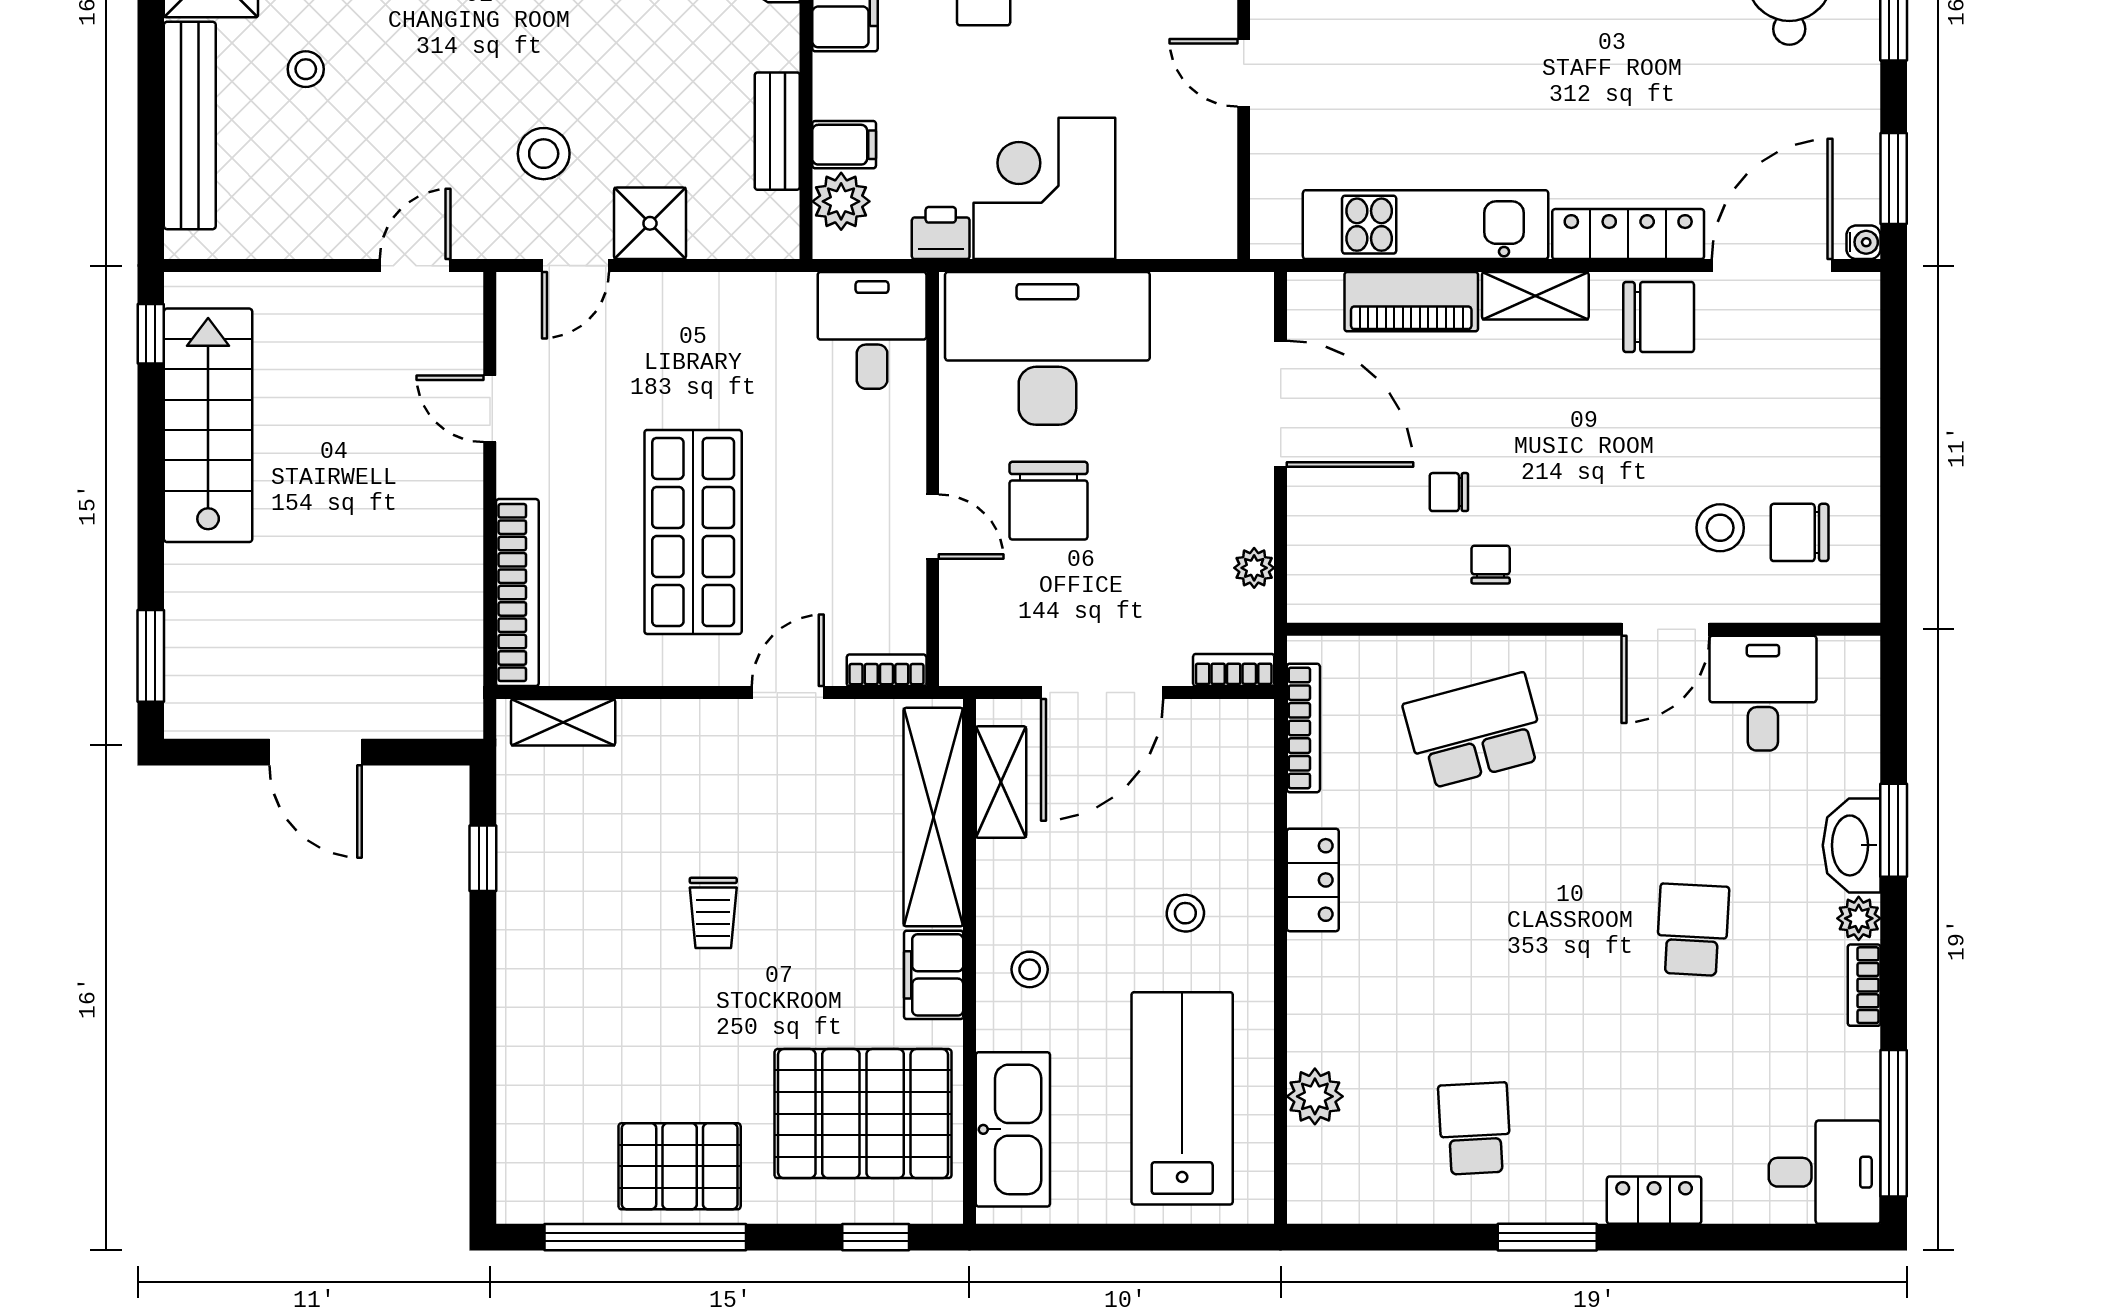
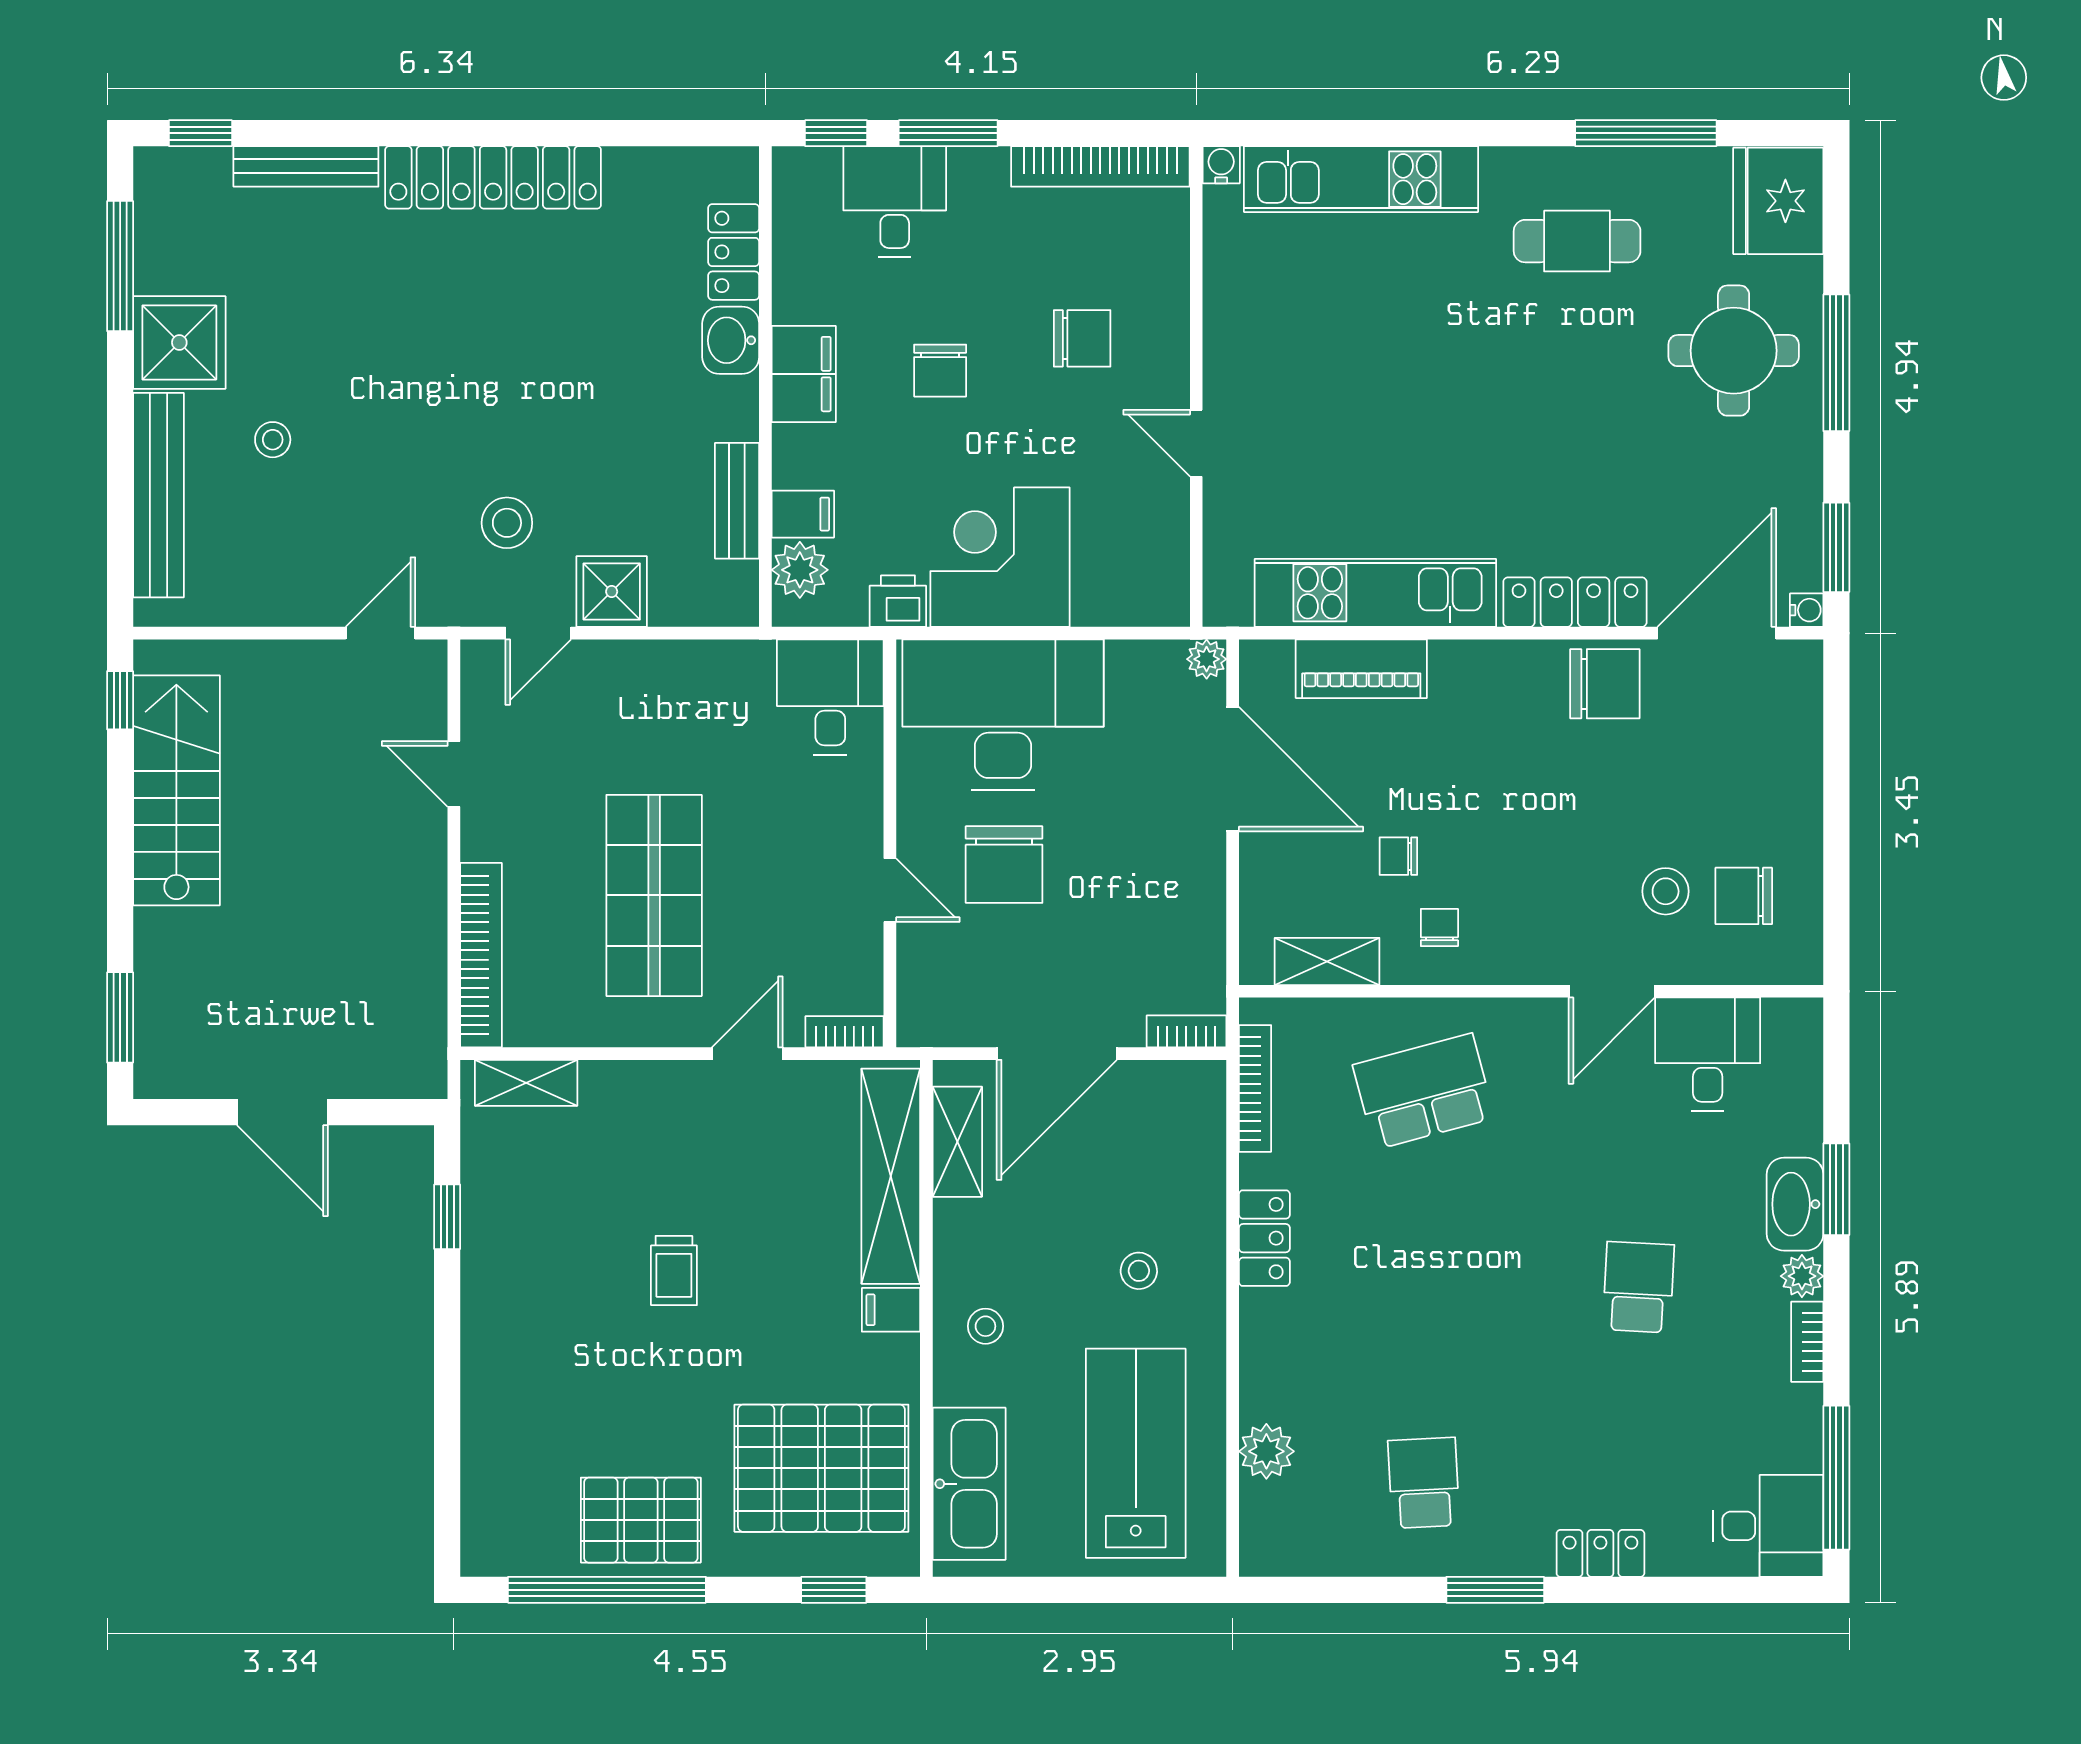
shelving: (1535, 296) -> (1327, 961), moved
plant: (1254, 568) -> (1207, 659), moved
filing cabinet: (934, 975) -> (891, 1310), width x0.50

